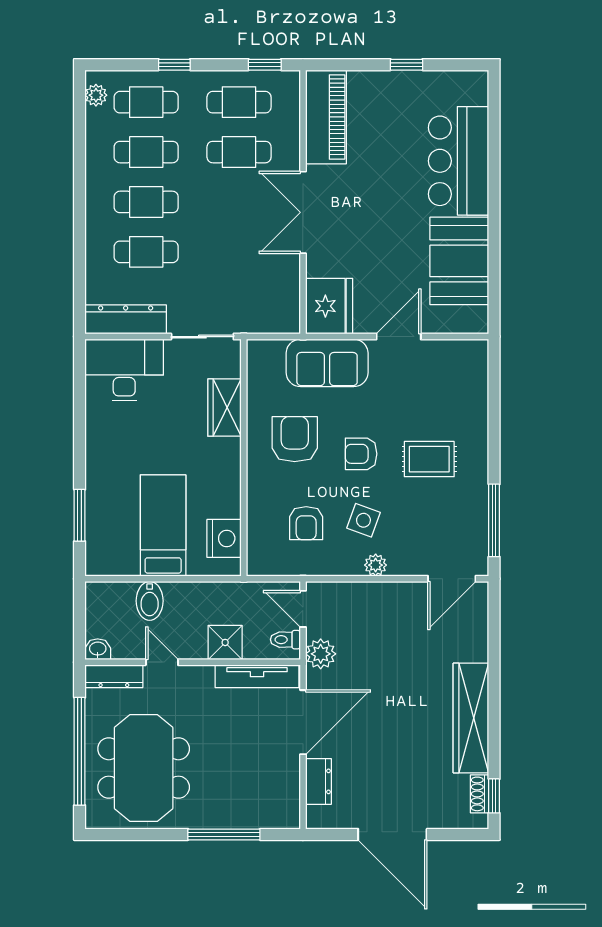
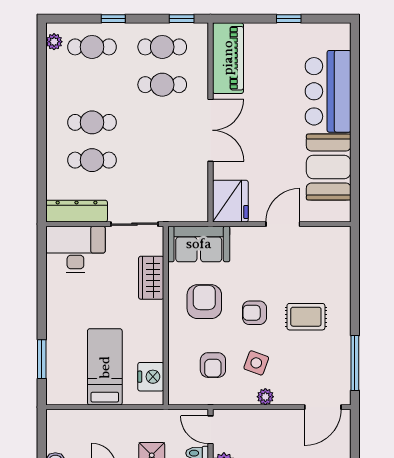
cafe table: (146, 152) -> (92, 85), removed
double door: (303, 212) -> (211, 130), swing flipped
sofa: (327, 363) -> (199, 244), moved
bidet: (150, 601) -> (95, 424), removed

